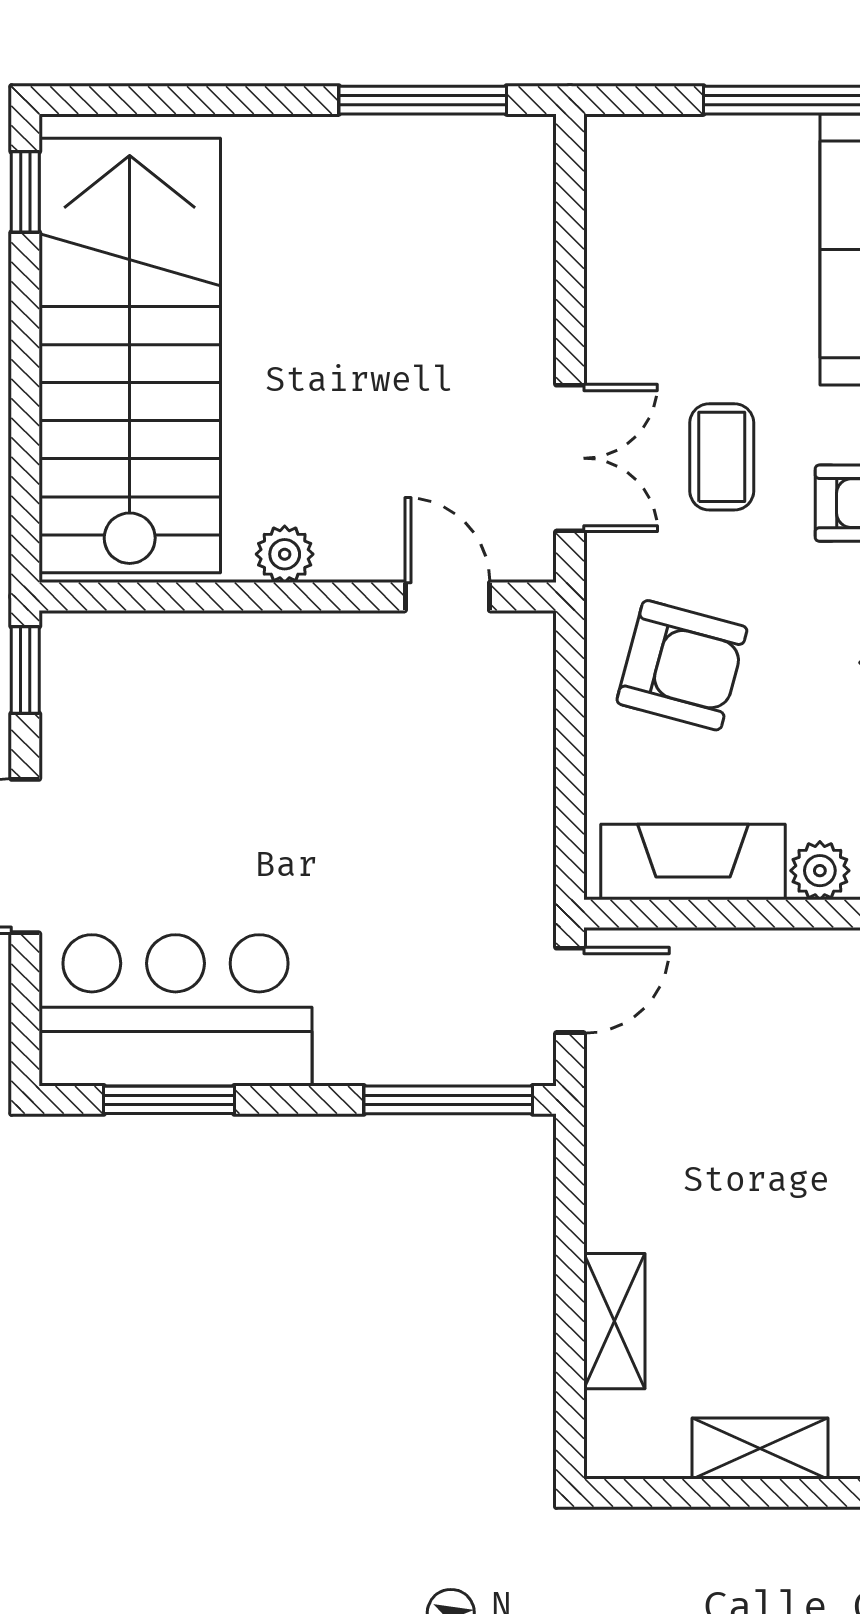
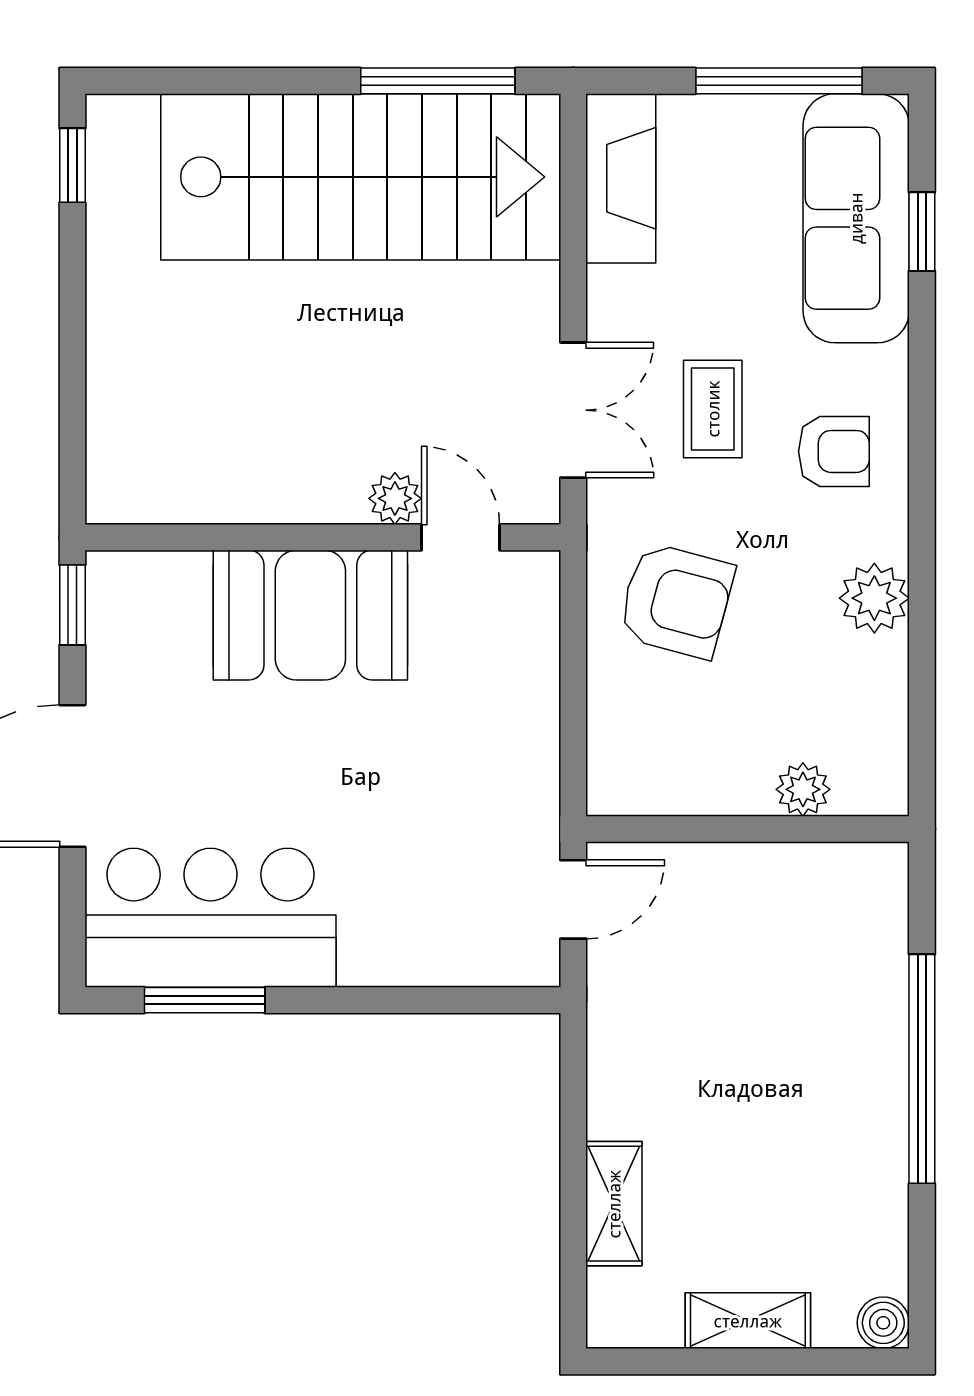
stairs: (130, 356) -> (361, 177), moved, turned 90
plant: (285, 554) -> (395, 498), moved
booth: (284, 681) -> (310, 615), added
fireplace: (693, 862) -> (621, 178), moved, turned 90
window: (448, 1100) -> (461, 1000), removed

